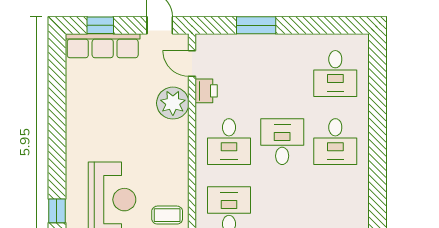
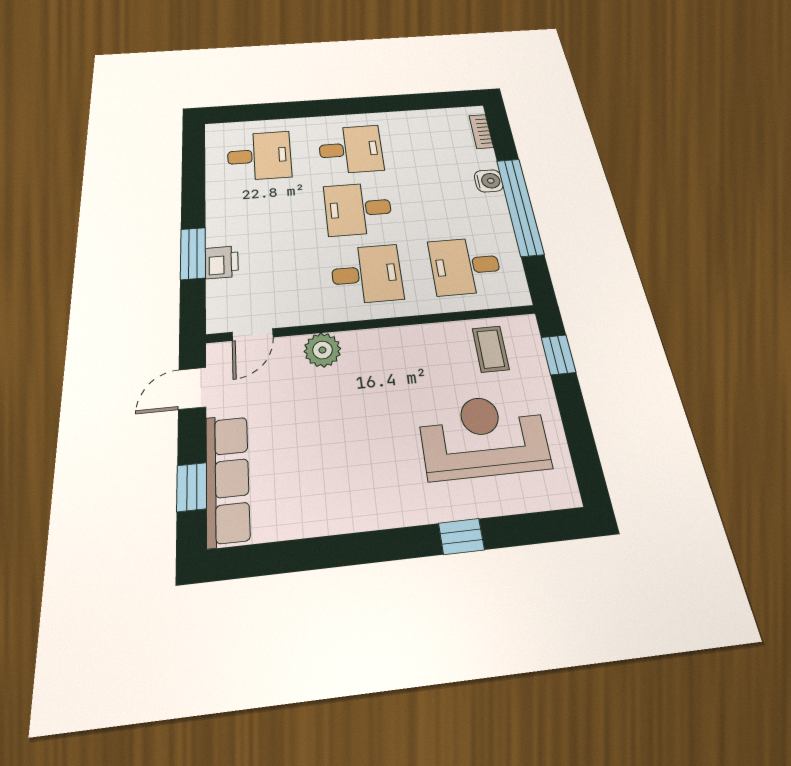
printer: (206, 91) -> (222, 262), moved, turned 90
plant: (173, 103) -> (322, 350), width x0.73, depth x0.73
window: (57, 211) -> (461, 536), moved

